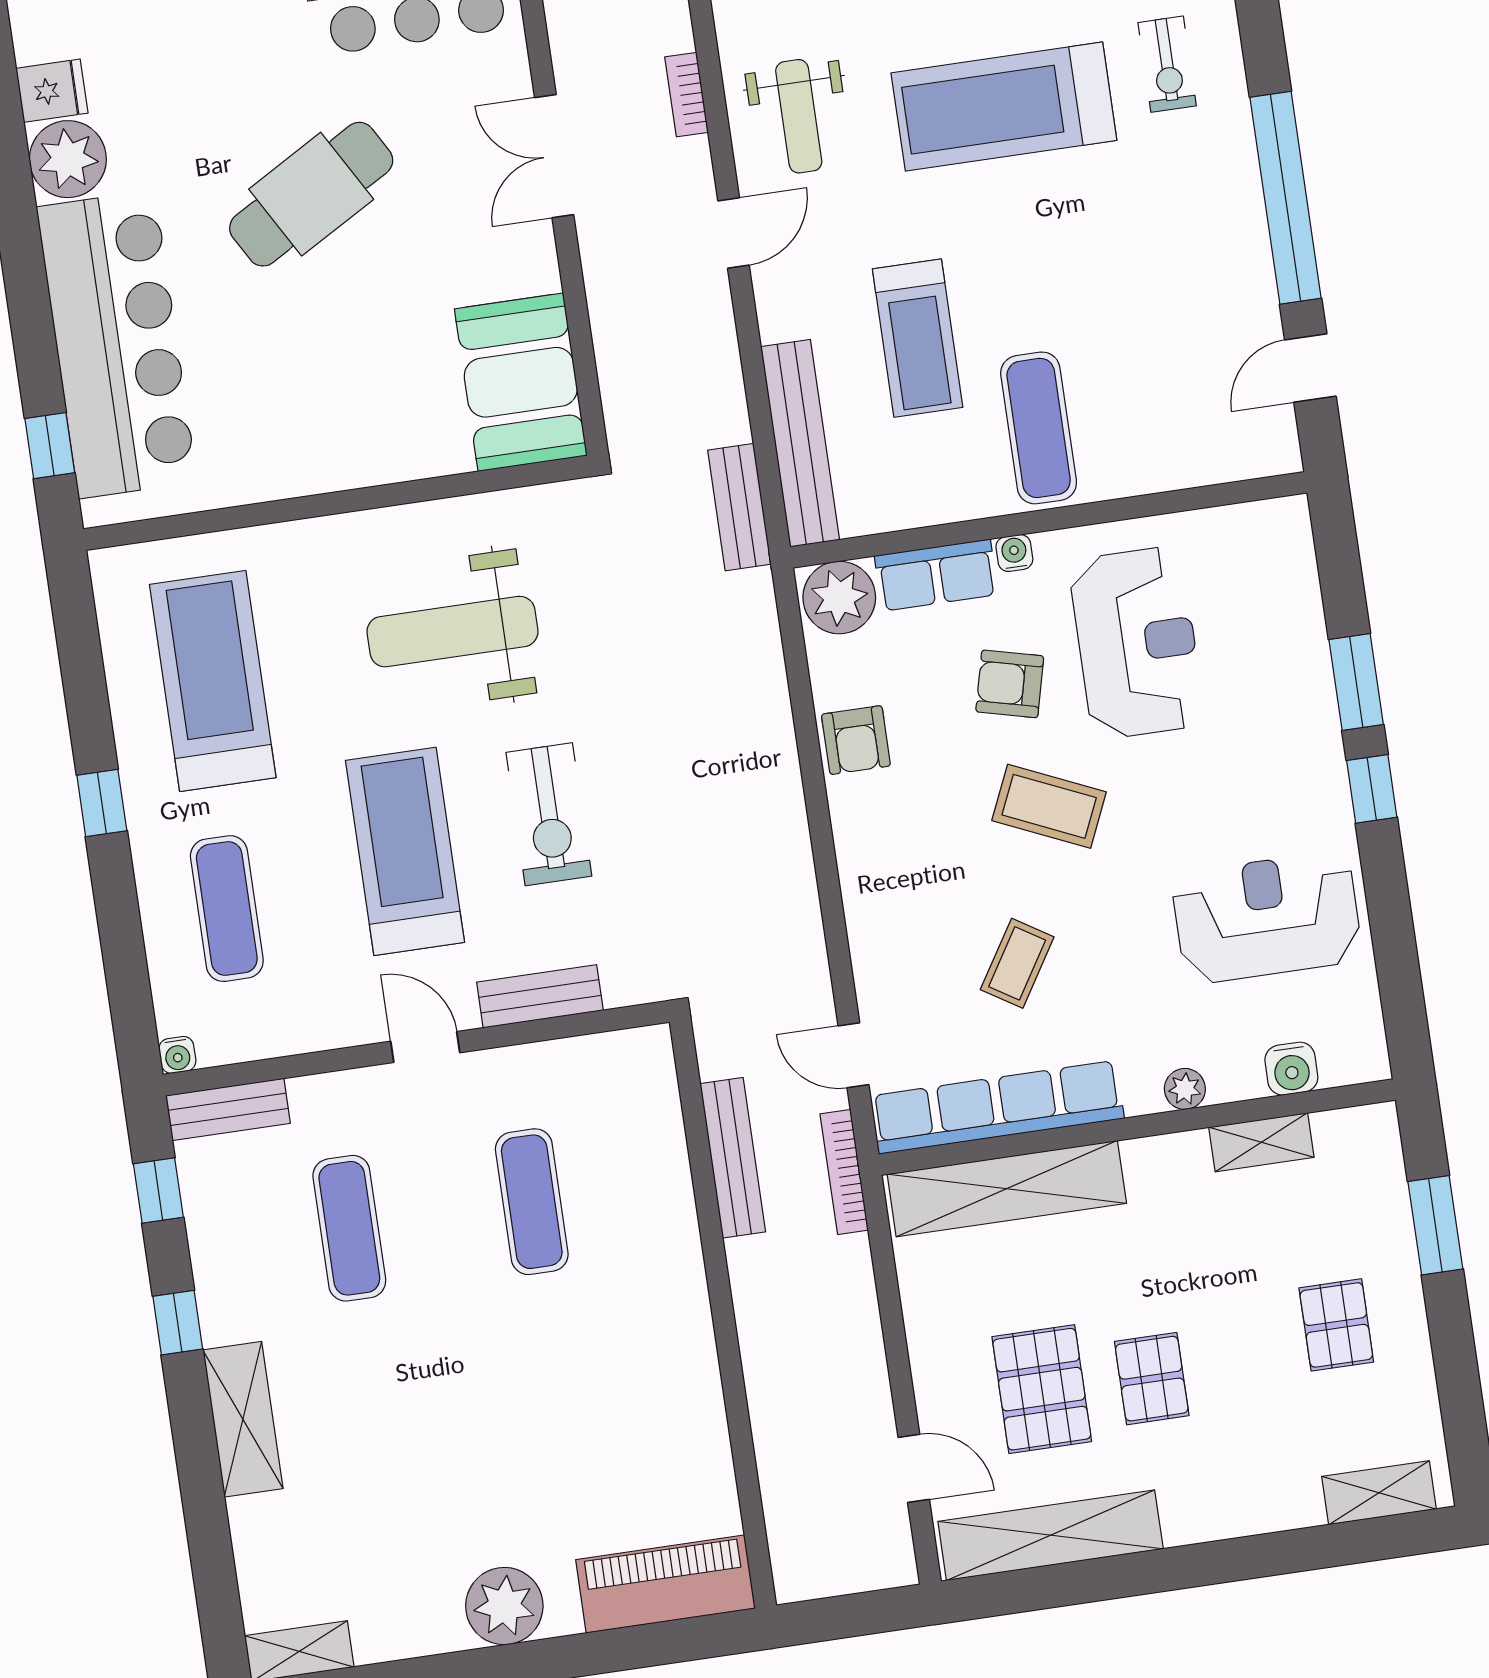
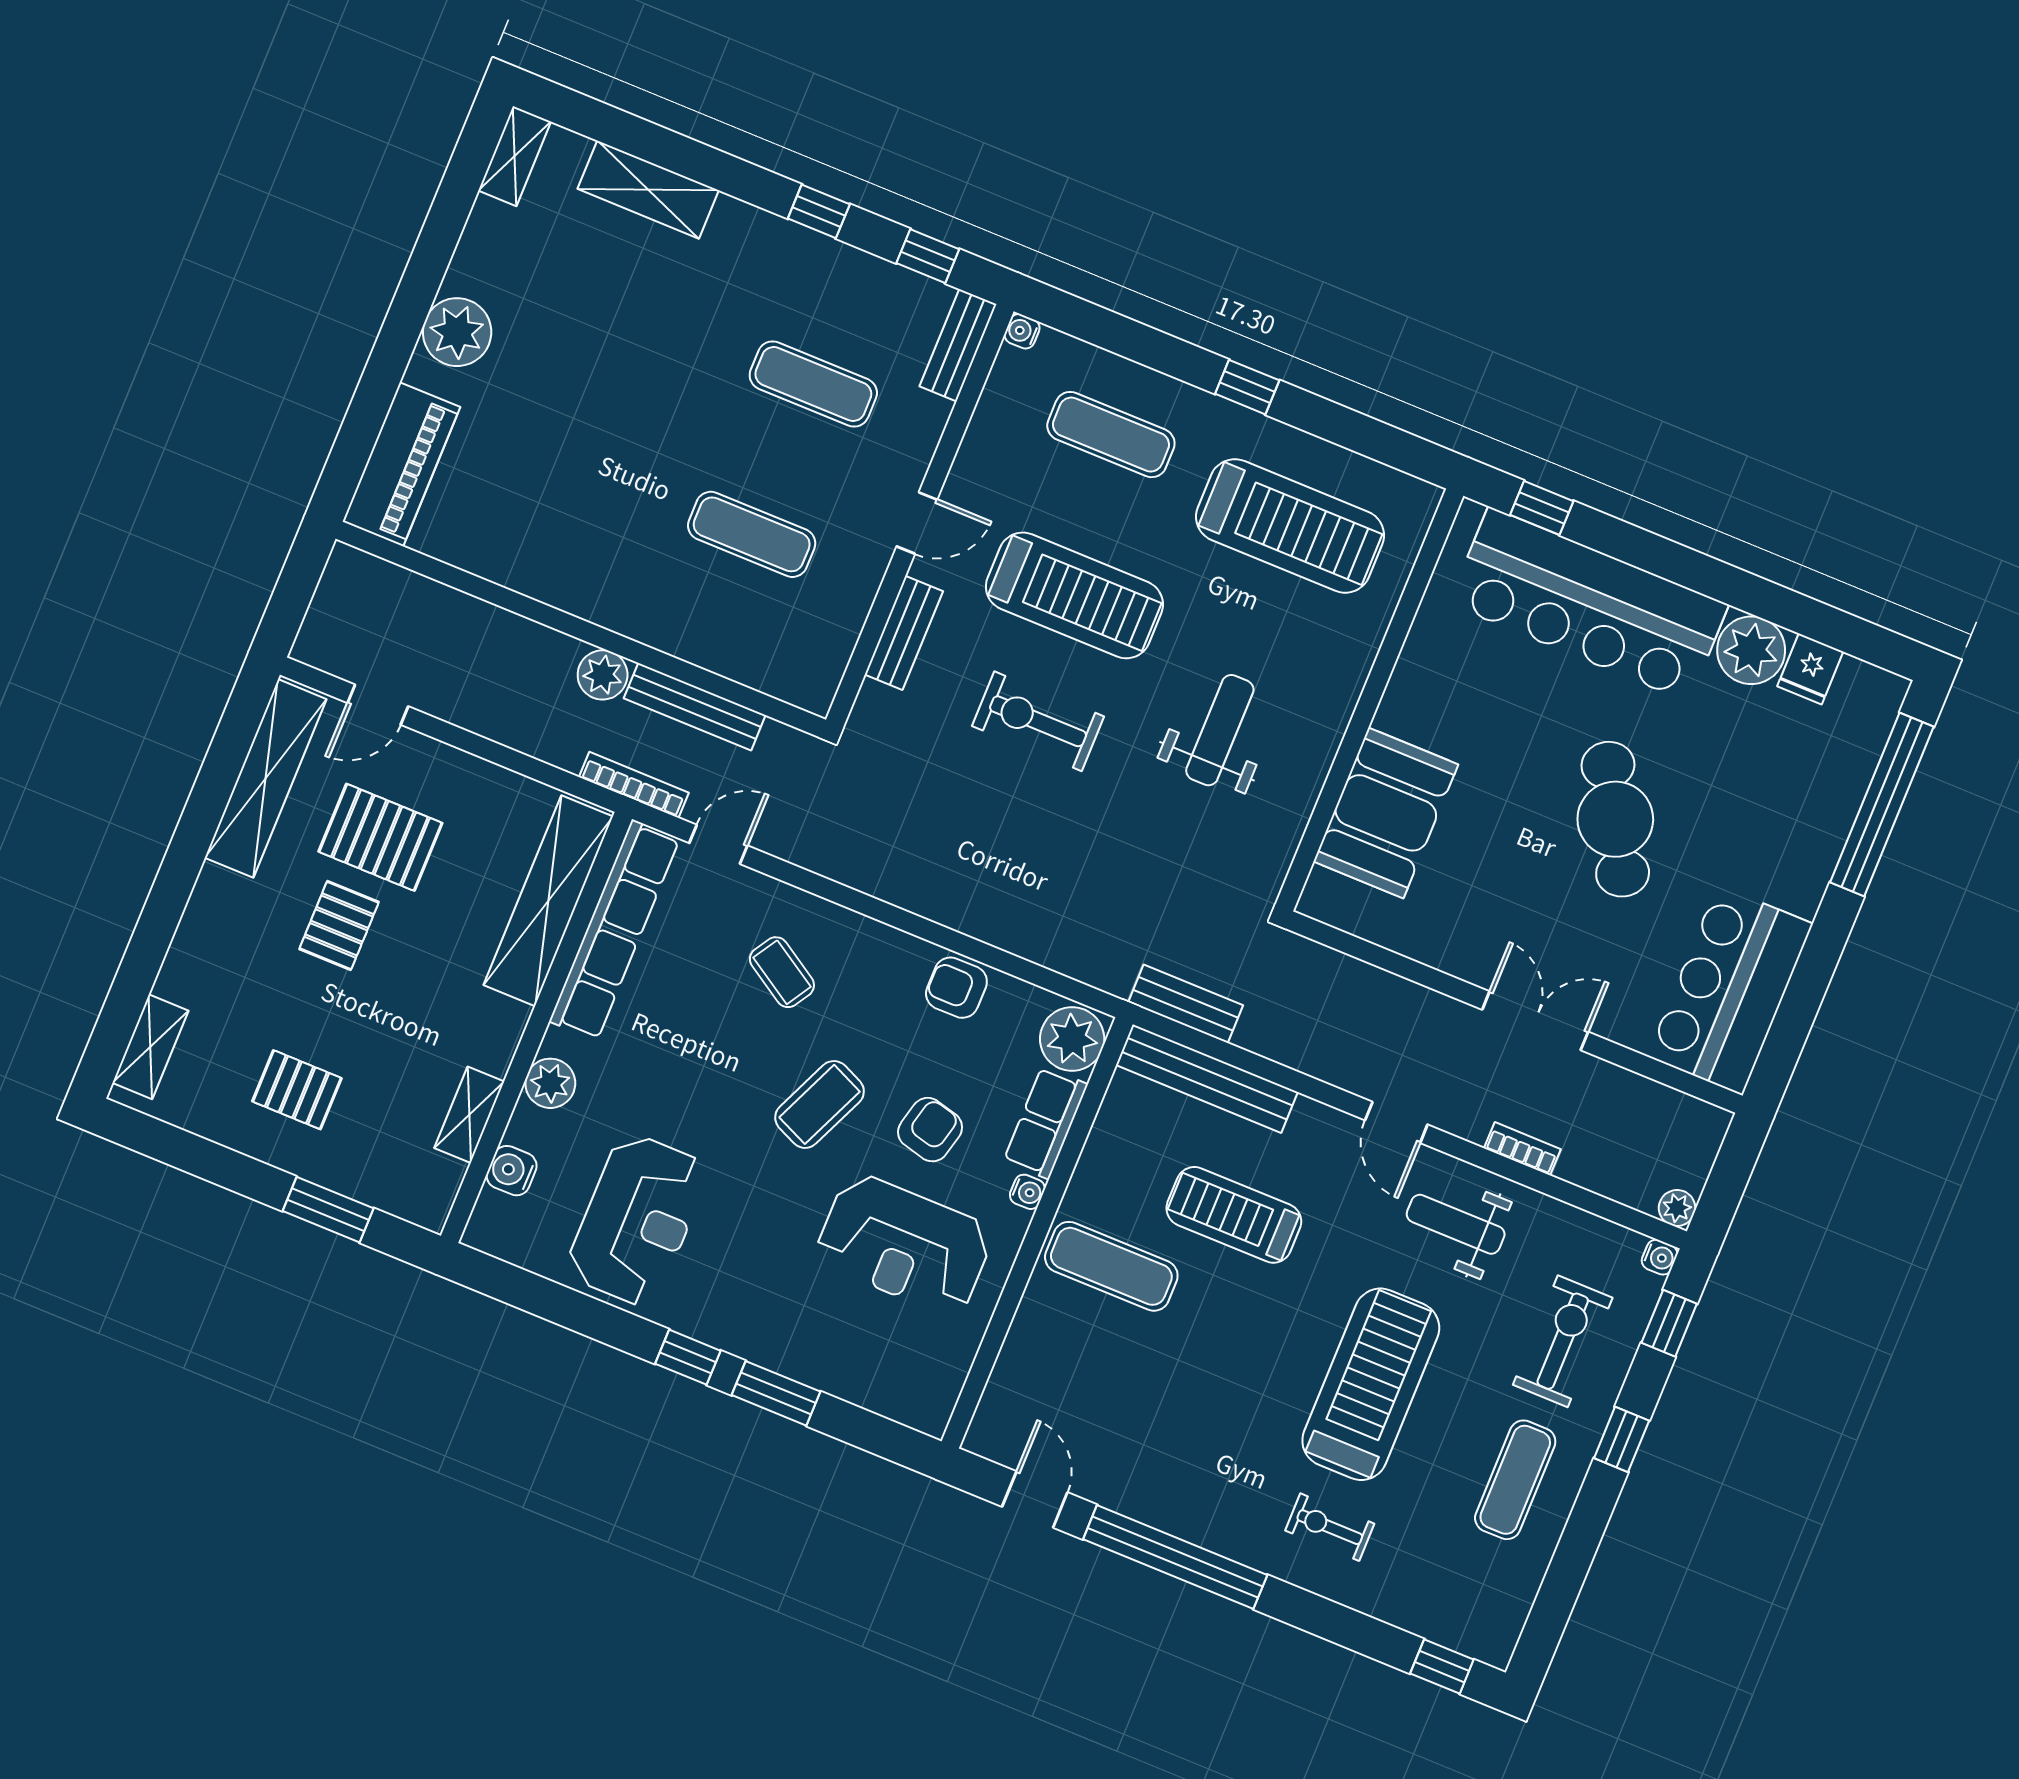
booth: (521, 382) -> (1386, 813), moved, turned 90
weight bench: (452, 632) -> (1220, 730), width x0.73, depth x0.75
coffee table: (1017, 963) -> (782, 972), moved
plant: (1185, 1089) -> (550, 1083), width x1.38, depth x1.38
plant: (755, 1266) -> (603, 675), added
pallet: (1152, 1379) -> (339, 926), turned 90
shelving: (243, 1419) -> (648, 190), moved

